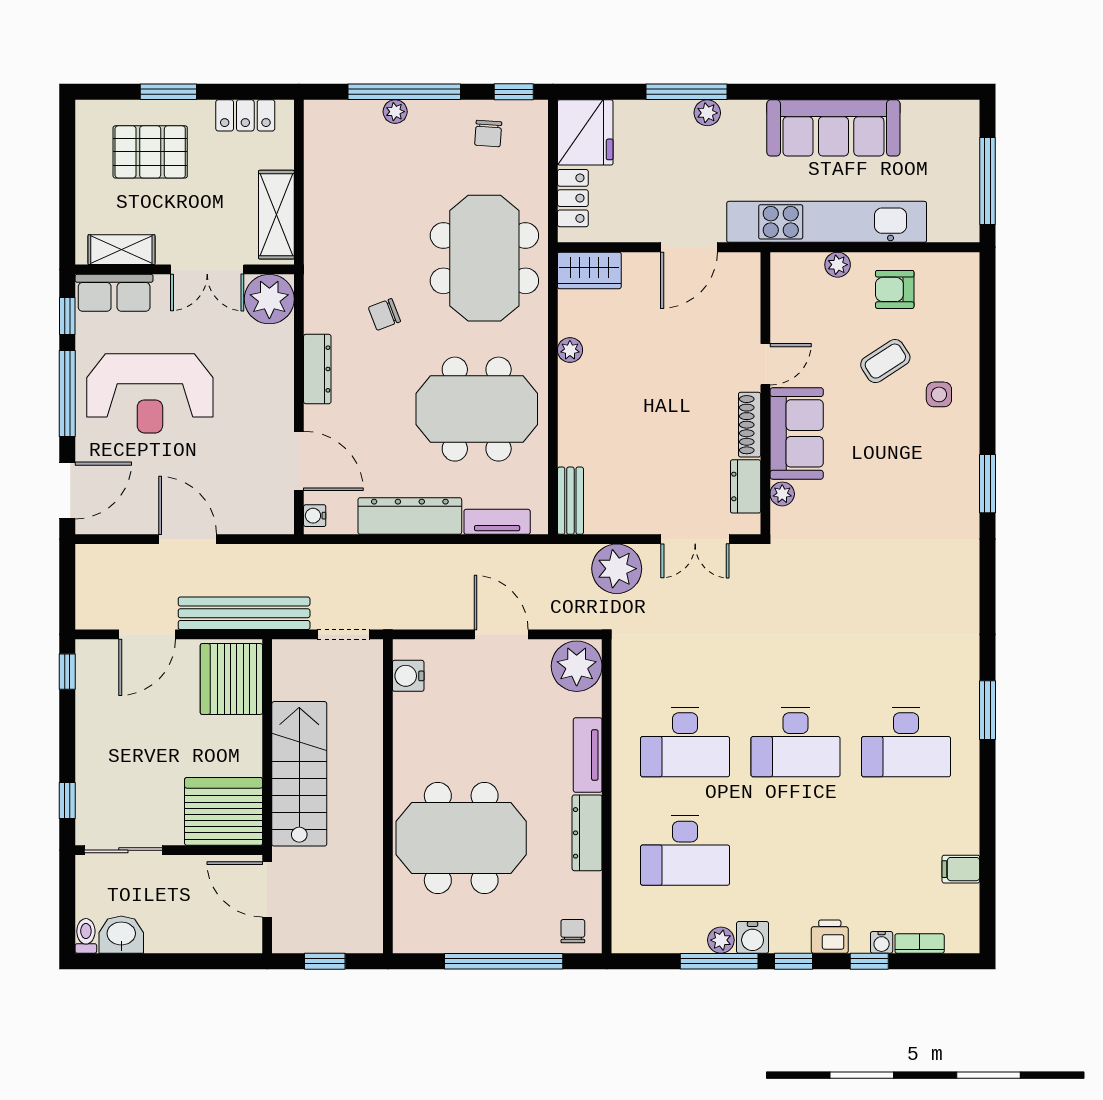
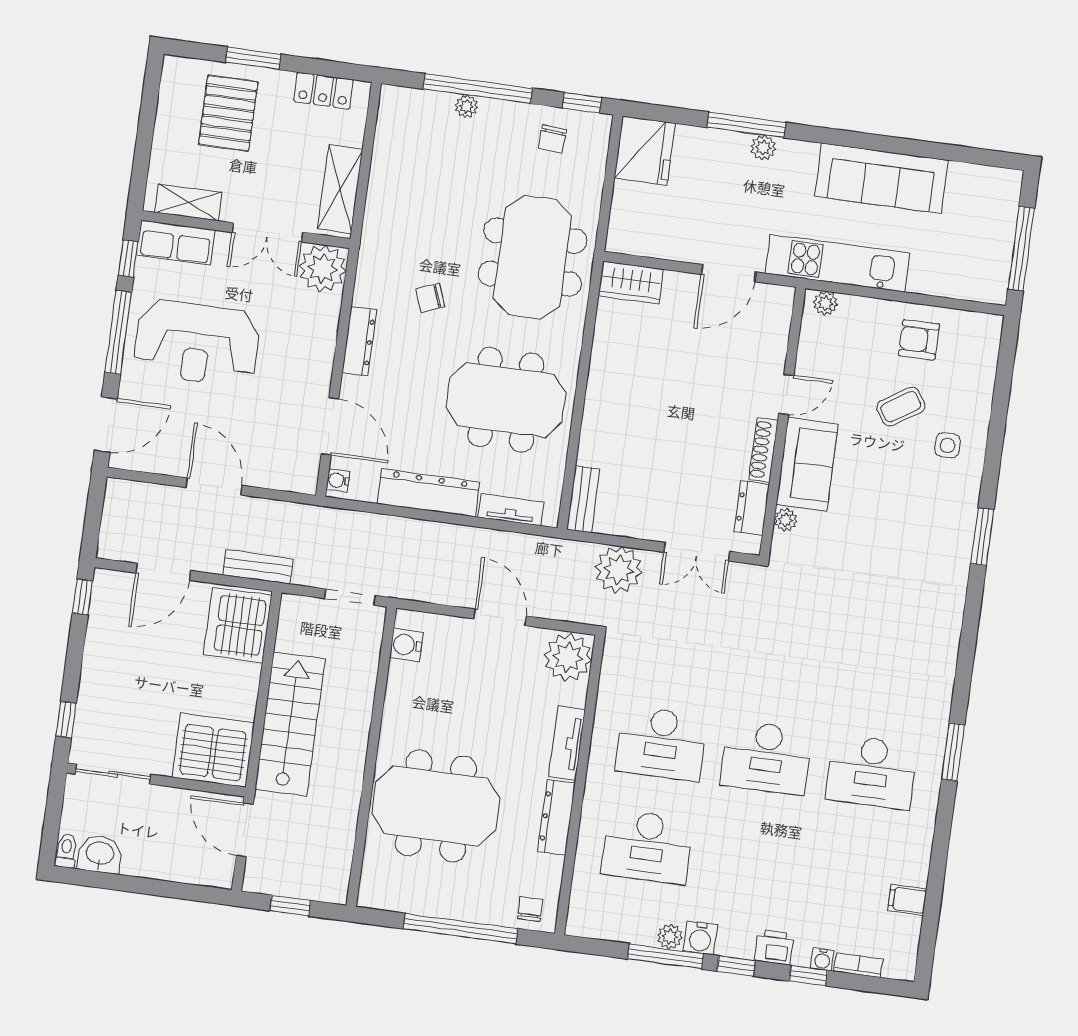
pallet: (150, 152) -> (228, 113), turned 90
locker: (573, 198) -> (624, 211), removed
kitchen unit: (827, 222) -> (838, 263), width x0.73
plant: (838, 265) -> (825, 303), moved
plant: (570, 350) -> (602, 356), removed
bench: (244, 613) -> (258, 567), width x0.54, depth x0.82

